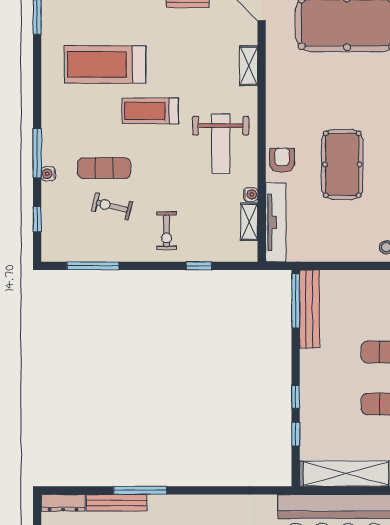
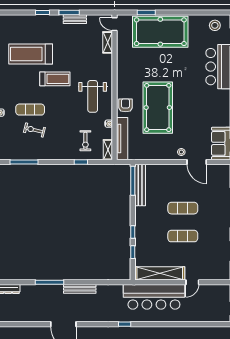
shelving: (249, 66) -> (108, 42), moved
treadmill: (150, 111) -> (55, 79), turned 180
pool table: (342, 164) -> (158, 108), width x1.36, depth x1.32
shelving: (249, 222) -> (108, 150), moved
exercise bike: (167, 231) -> (85, 141), moved
bench: (116, 503) -> (80, 289), moved

